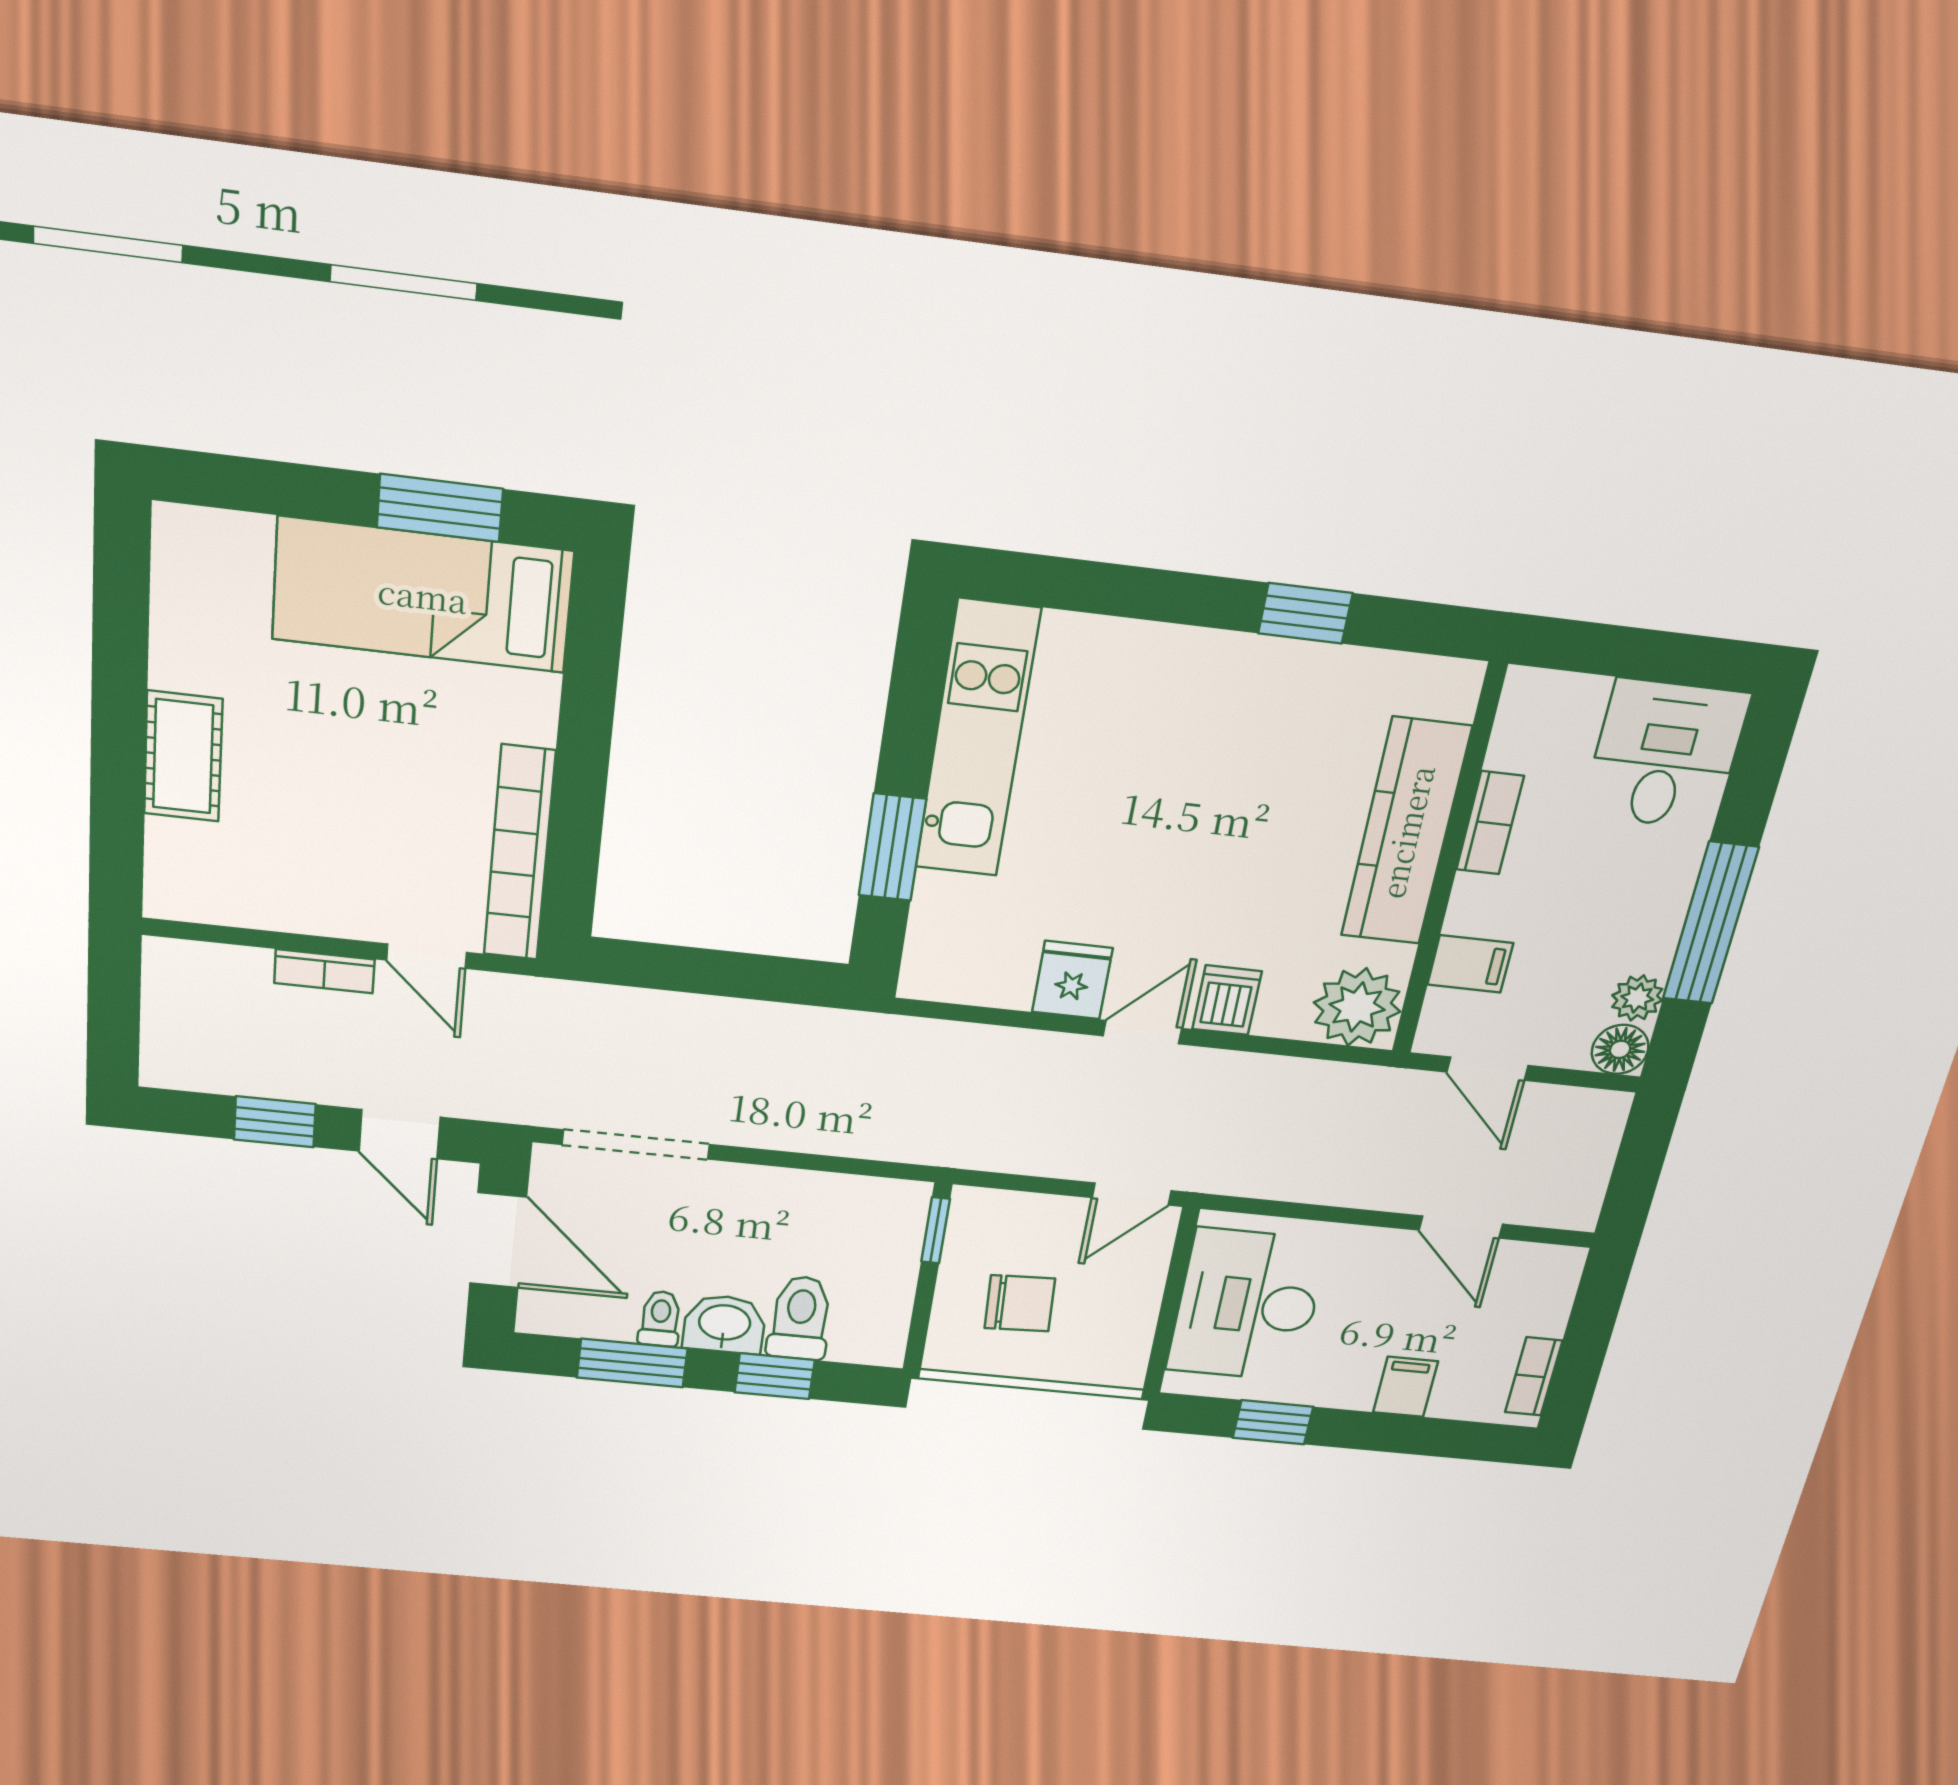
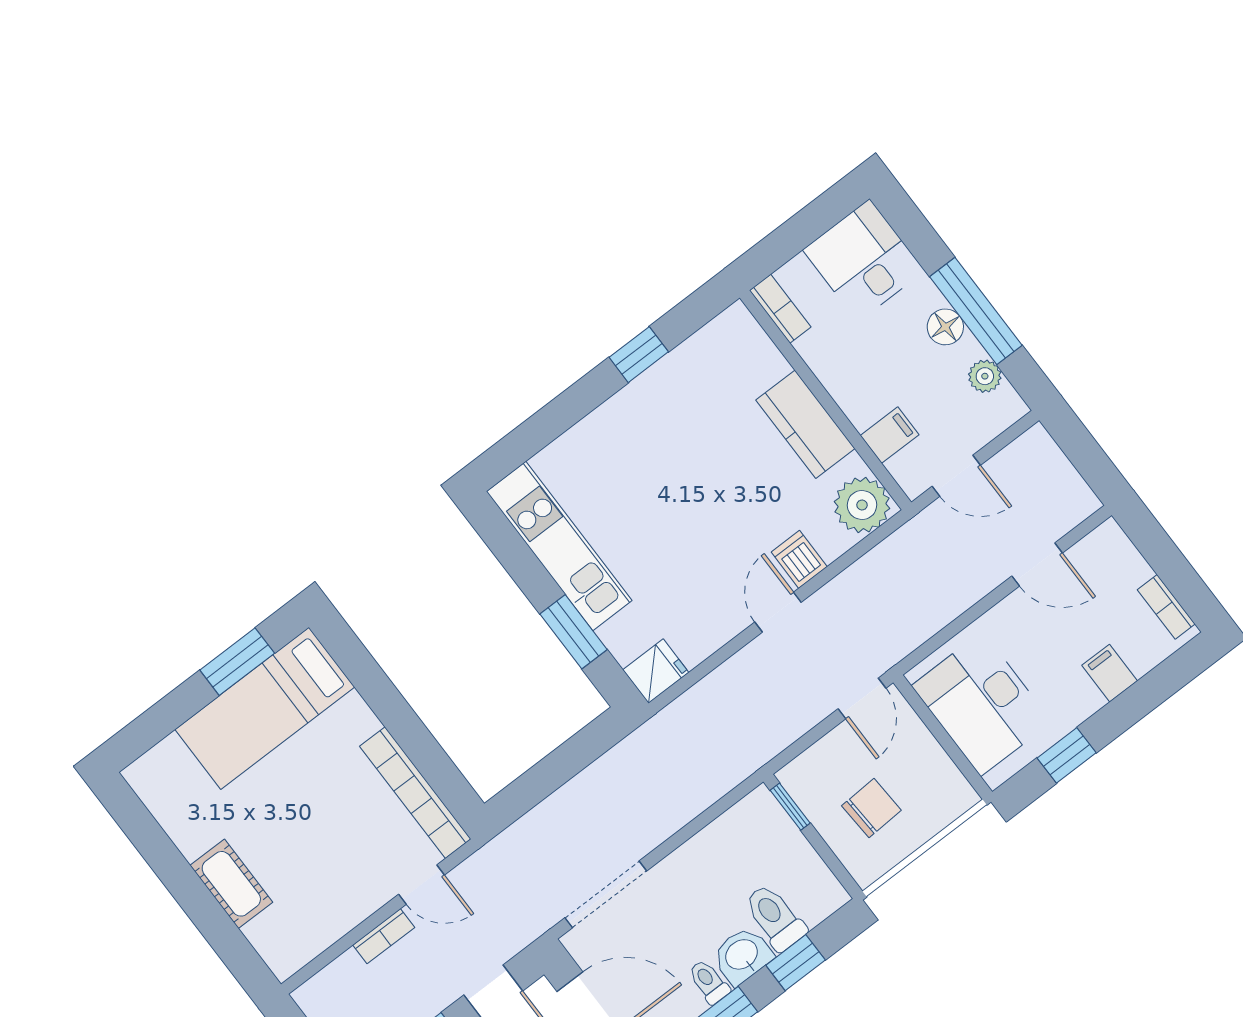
bookcase: (1490, 823) -> (780, 309), moved
kitchen counter: (1406, 832) -> (805, 424), width x0.67
fridge: (1072, 980) -> (656, 671), moved, turned 90
floor lamp: (1620, 1049) -> (945, 327), moved

